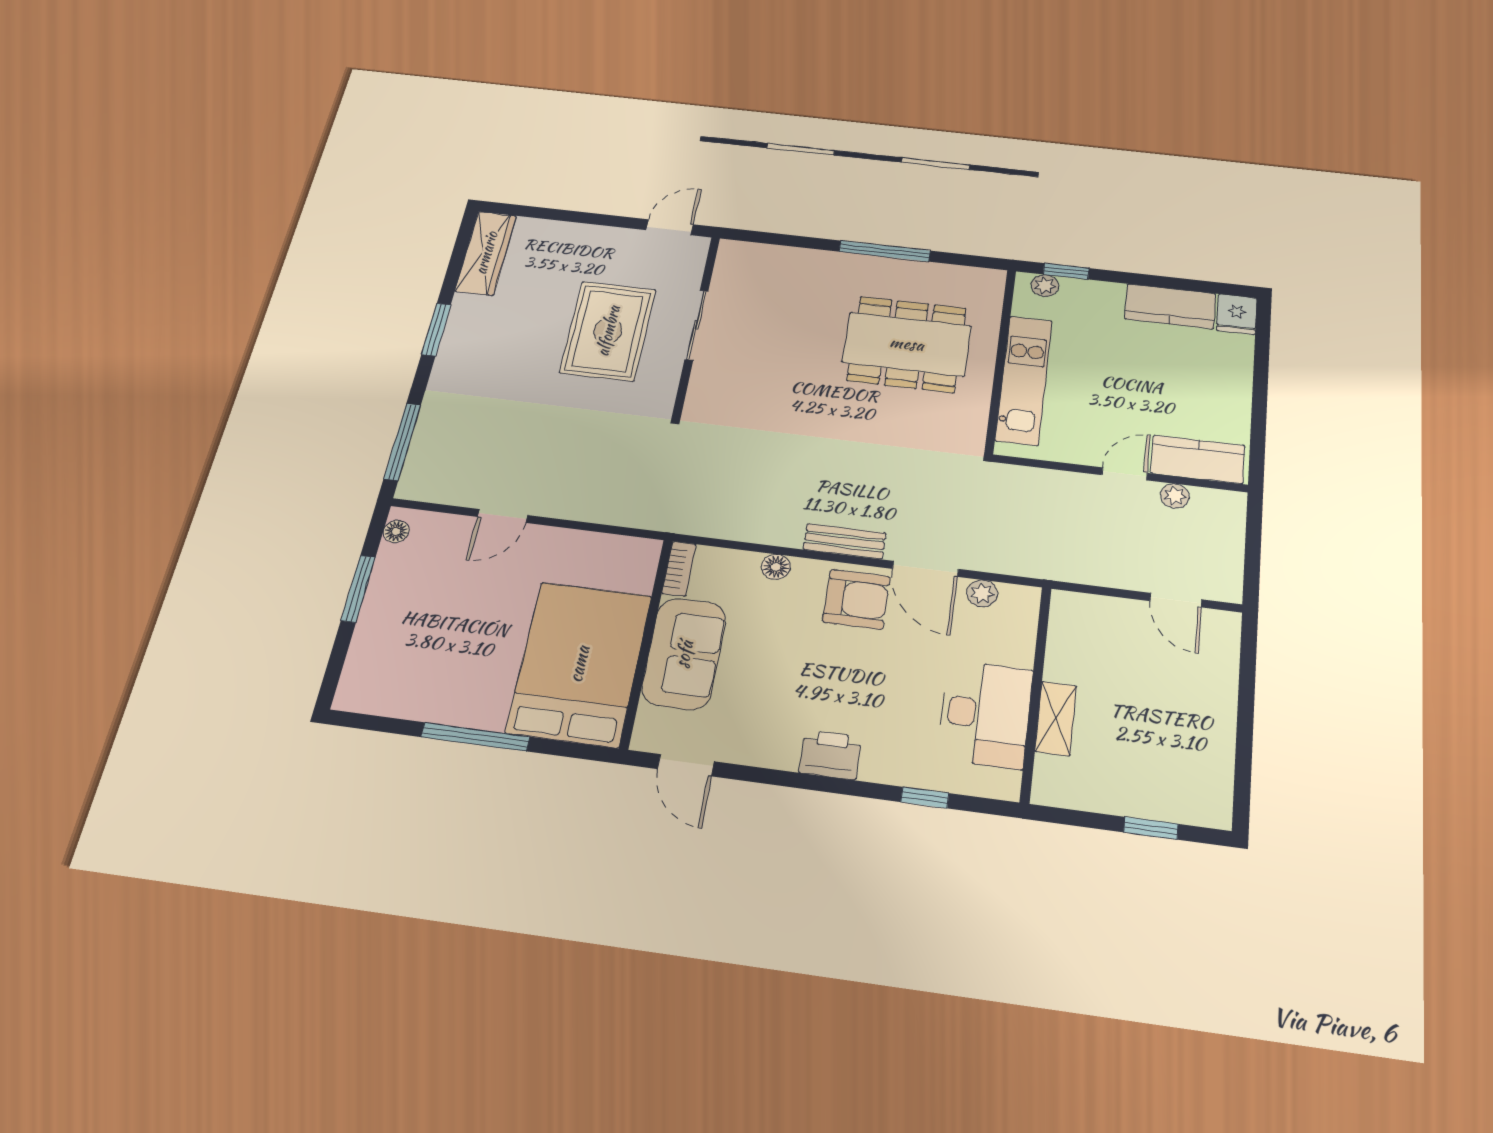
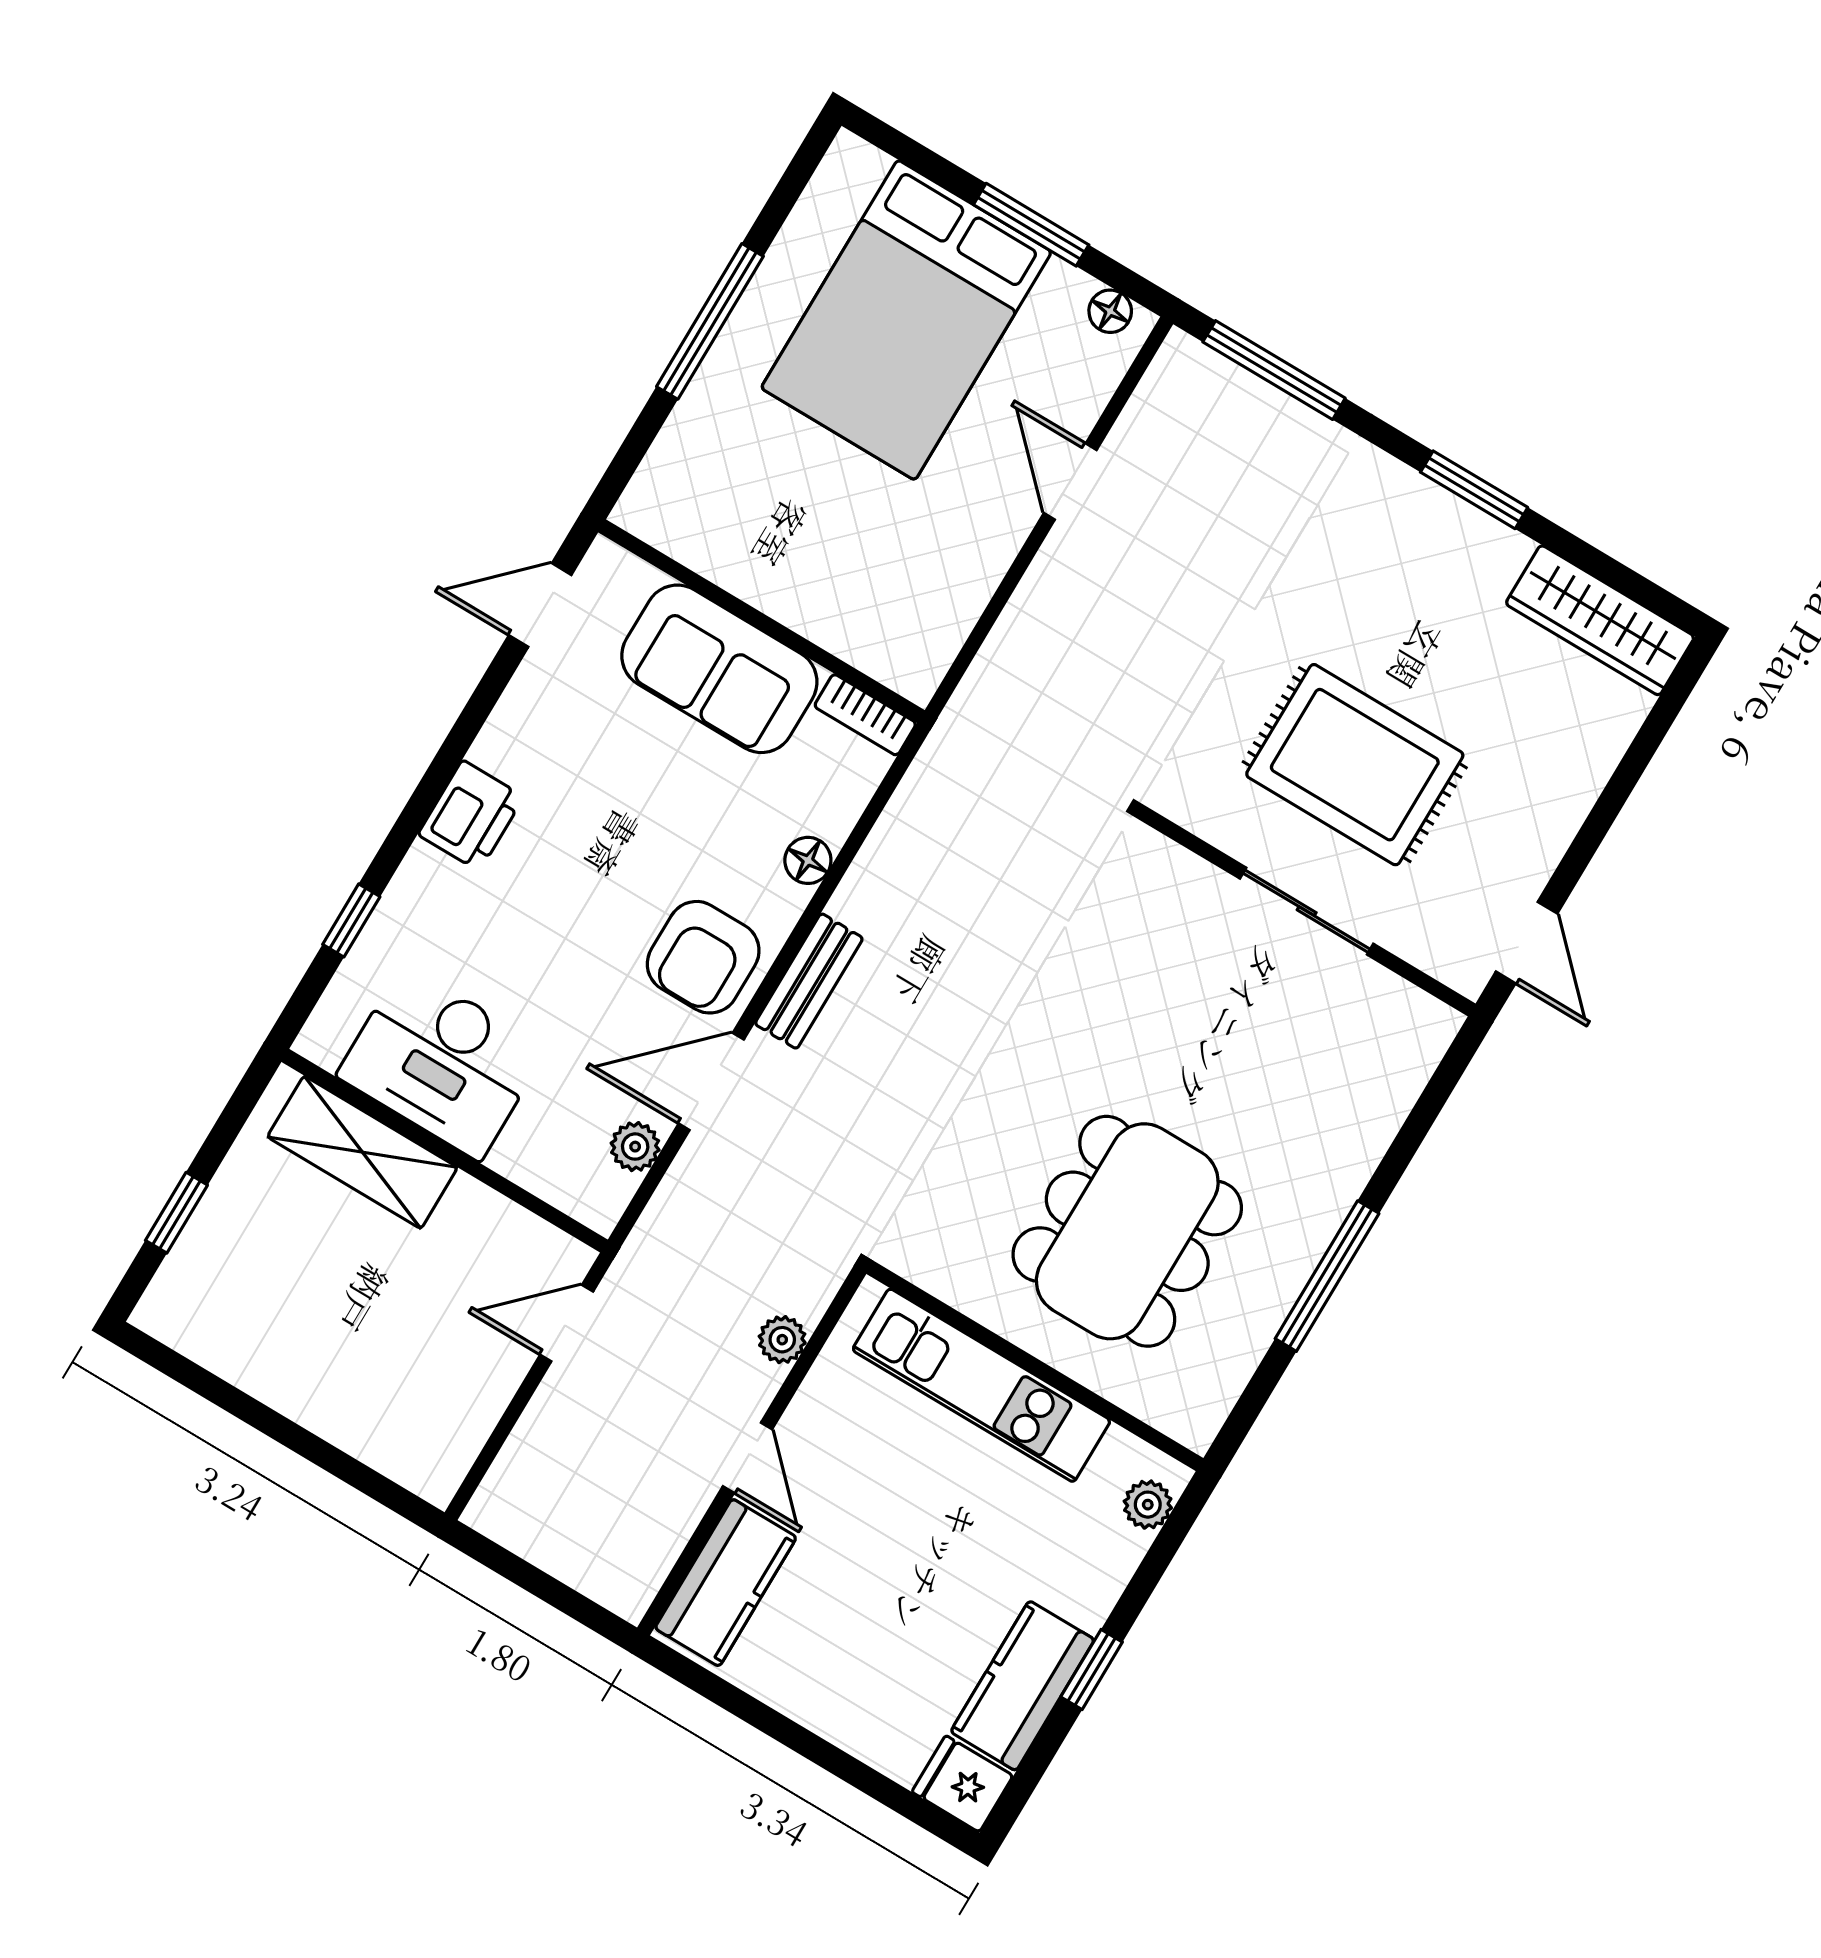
window: (1066, 271) -> (1092, 1669), moved
plant: (1175, 496) -> (782, 1340), moved
door: (1176, 600) -> (567, 1323), moved
bed: (579, 664) -> (906, 320), moved, turned 90
shelving: (1056, 719) -> (362, 1152), width x1.50, depth x1.33

